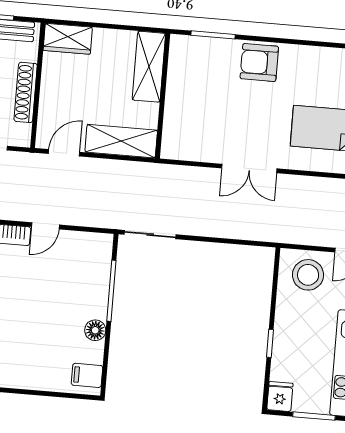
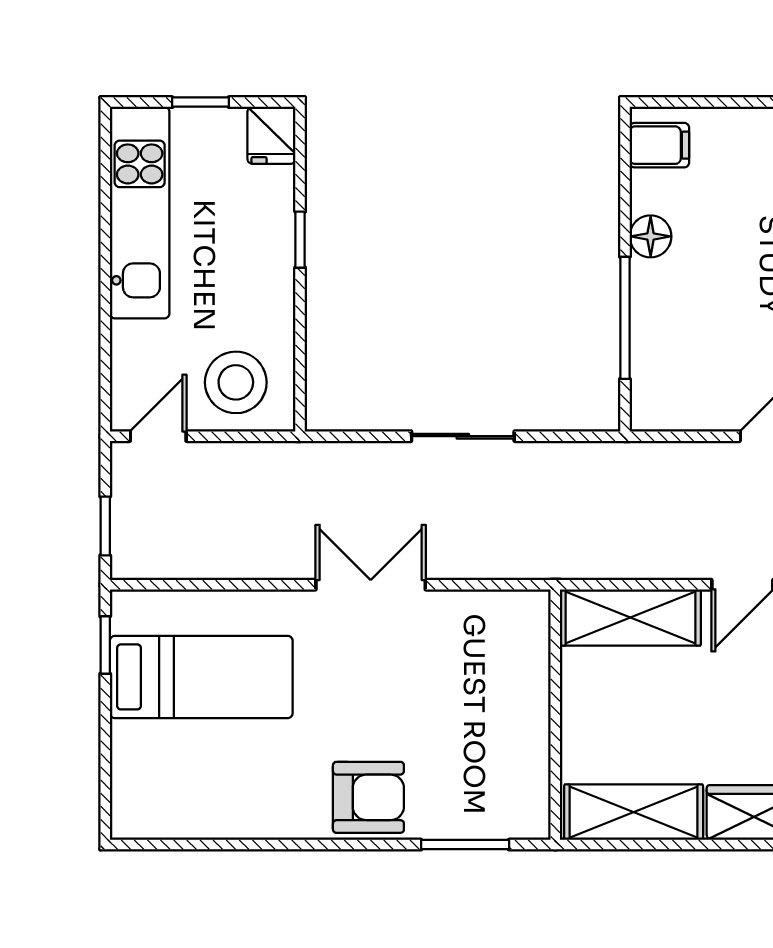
shelving: (149, 67) -> (634, 812), moved, turned 90
sliding door: (150, 235) -> (463, 436), moved
window: (314, 416) -> (200, 102), width x0.67

